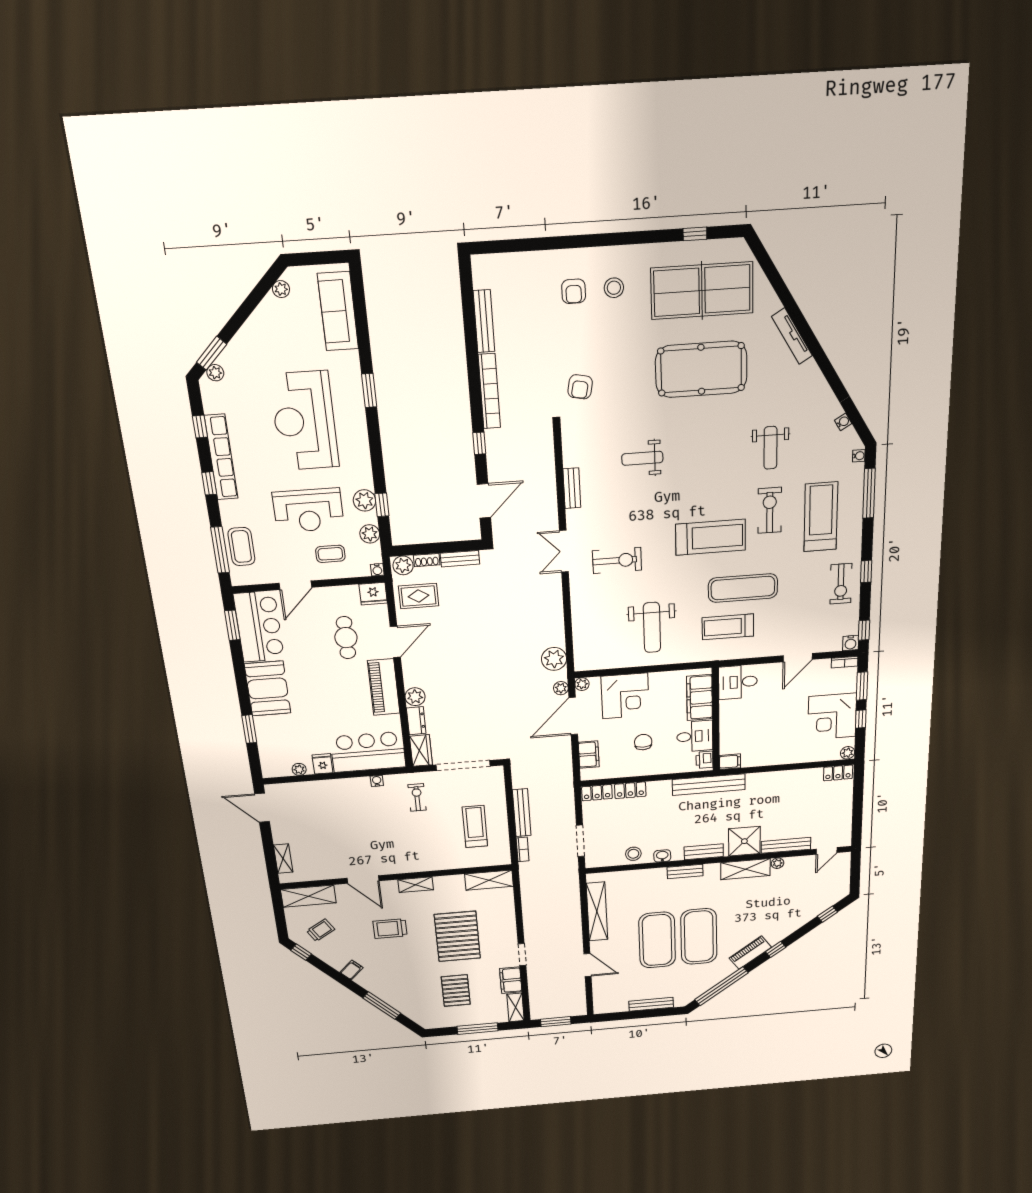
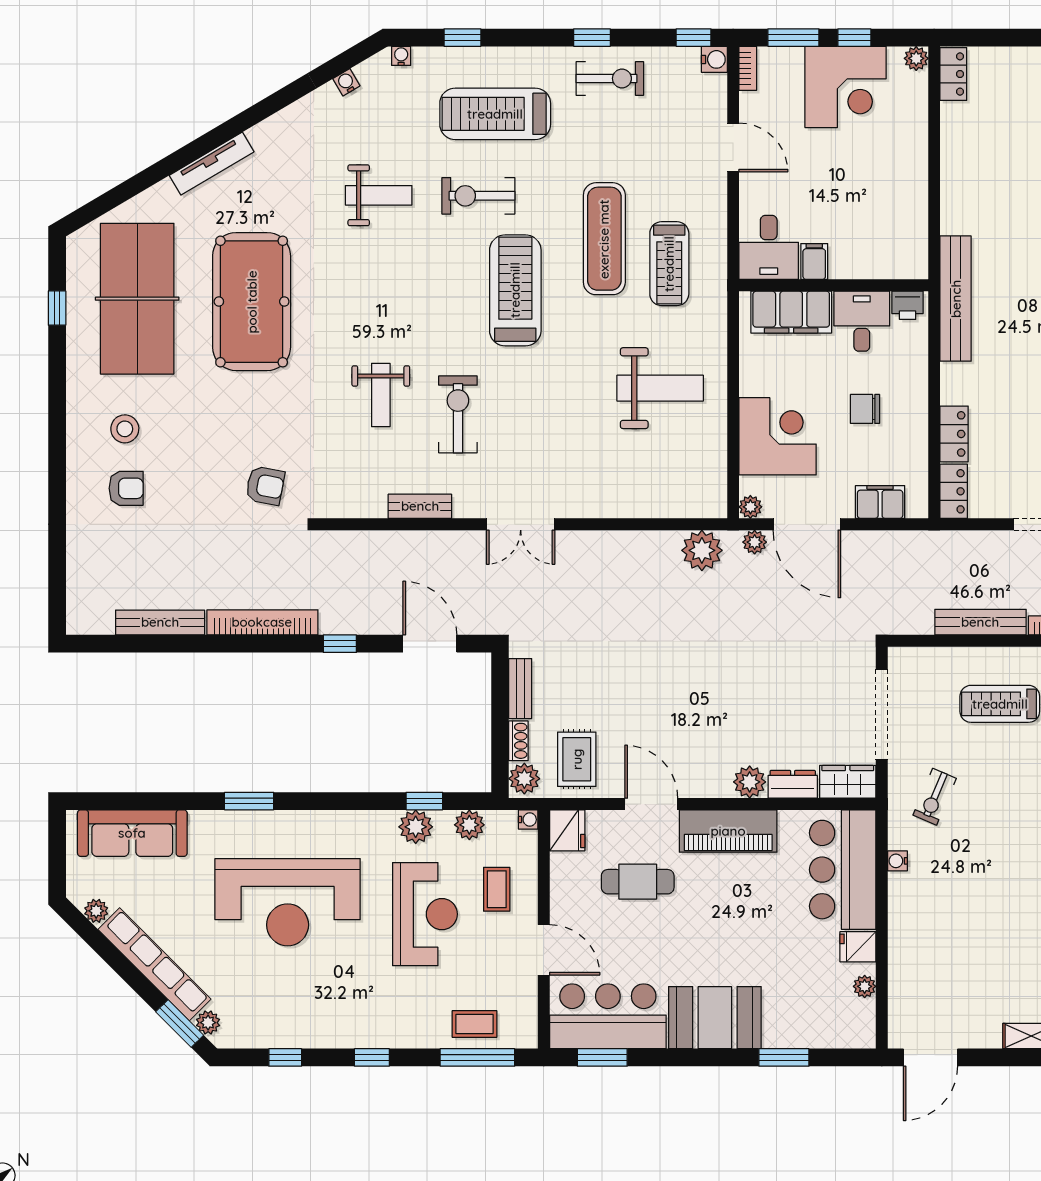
row of seats: (221, 457) -> (154, 964), moved, turned 45
window: (869, 493) -> (462, 38), width x0.46
coffee table: (241, 547) -> (475, 1024), width x0.73, depth x0.77
exercise bike: (617, 560) -> (458, 414), moved
filing cabinet: (730, 762) -> (814, 262), moved
exercise bike: (417, 797) -> (935, 797), turned -67

